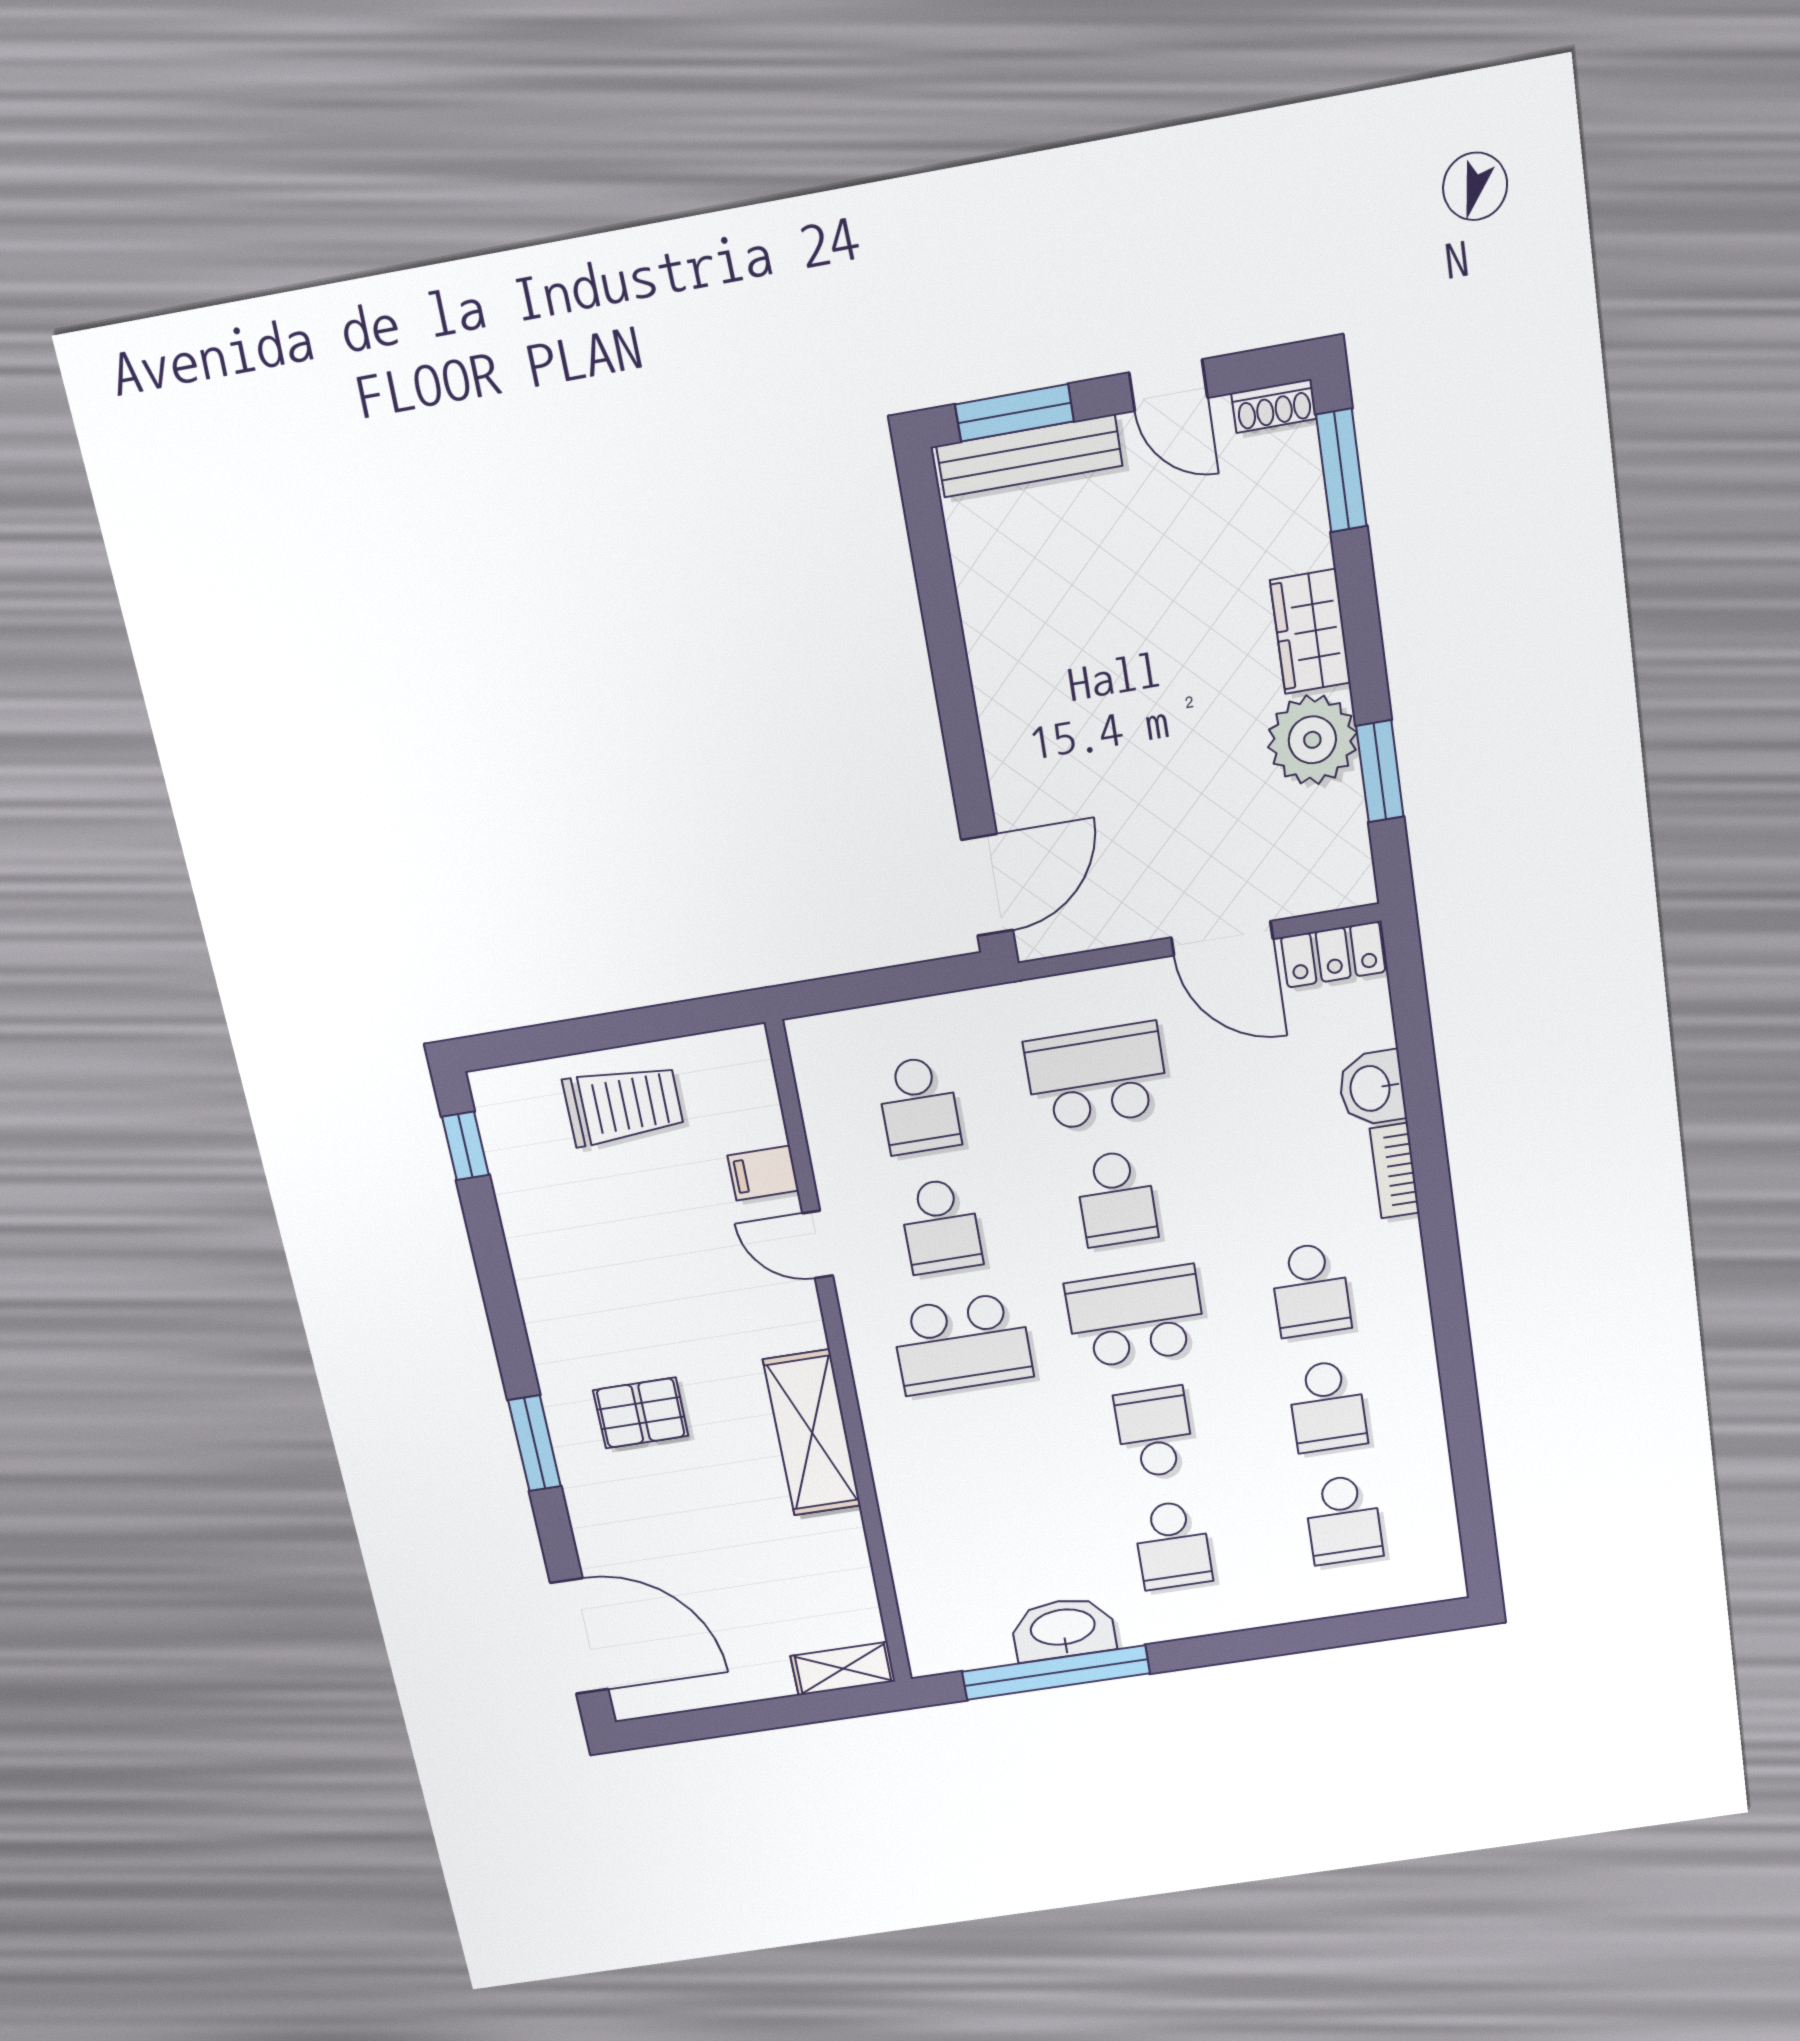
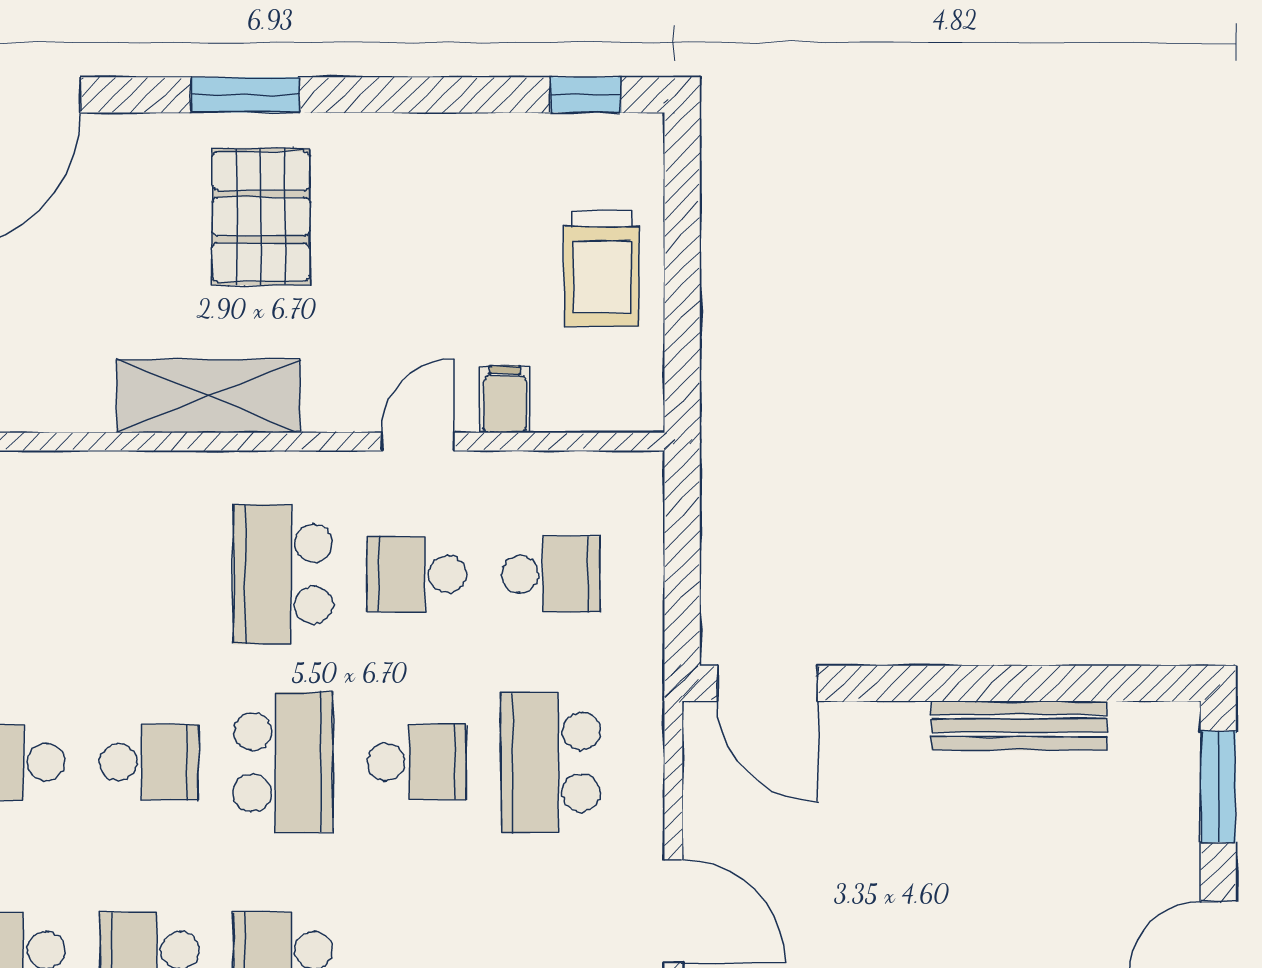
bench: (1029, 456) -> (1019, 726), moved, turned 90
door: (1222, 938) -> (673, 911), swing flipped
school desk: (1097, 1077) -> (551, 762), turned 180
school desk: (919, 1105) -> (551, 574), turned 180
school desk: (1116, 1198) -> (417, 762), turned 180
pallet: (641, 1413) -> (261, 217), width x1.50, depth x1.42

